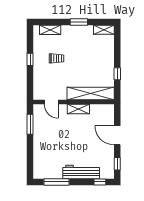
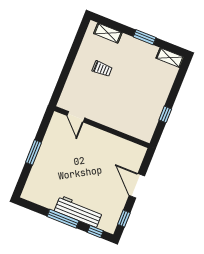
window: (30, 59) -> (71, 58), removed
shelving: (91, 94) -> (125, 125), removed
shelving: (78, 109) -> (104, 137), removed
window: (30, 124) -> (33, 152), moved
window: (57, 182) -> (63, 219), moved

